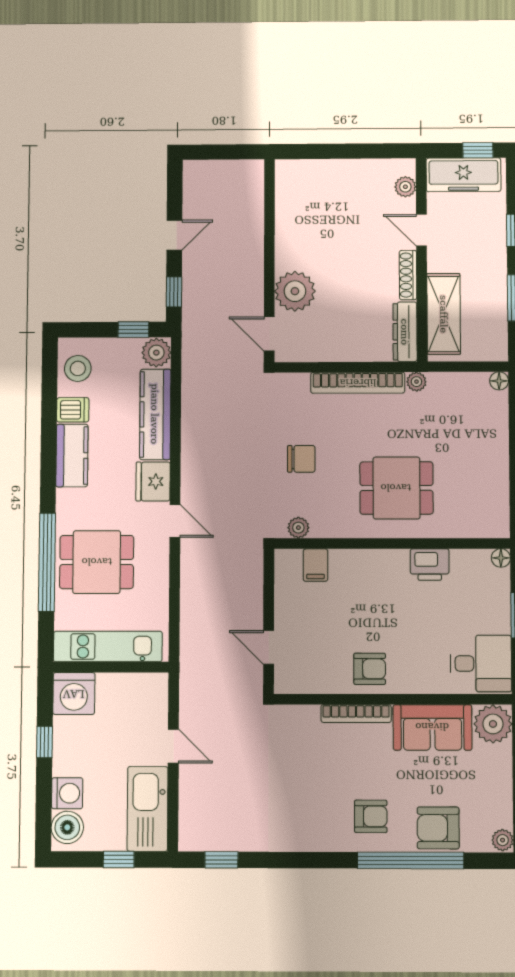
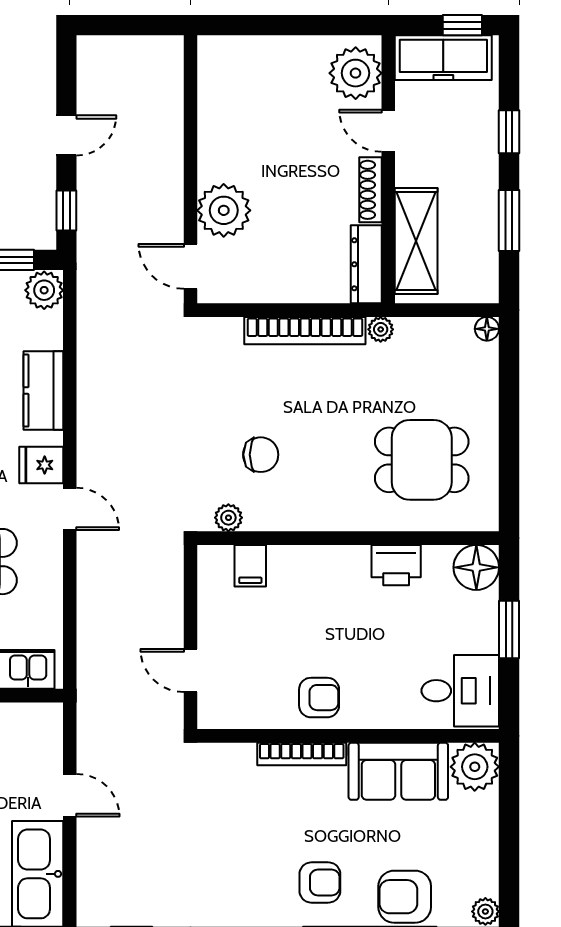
plant: (405, 187) -> (356, 73), width x1.88, depth x1.88
kitchen counter: (155, 414) -> (43, 391), width x0.67
chair: (301, 459) -> (261, 455), moved
fridge: (153, 481) -> (41, 465), width x0.72
dining table: (396, 488) -> (422, 460), moved
floor lamp: (501, 558) -> (476, 567), width x1.89, depth x1.89

